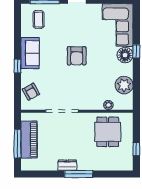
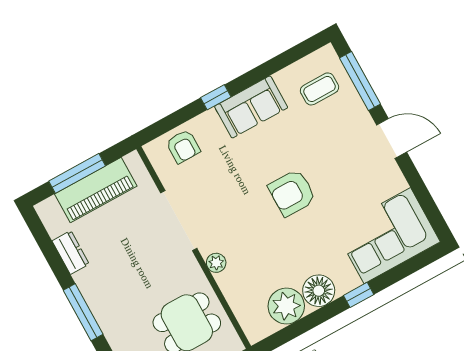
floor lamp: (125, 55) -> (319, 291), moved
armchair: (31, 92) -> (183, 146), turned -61
plant: (108, 105) -> (216, 263), moved
dresser: (67, 165) -> (71, 252), moved

